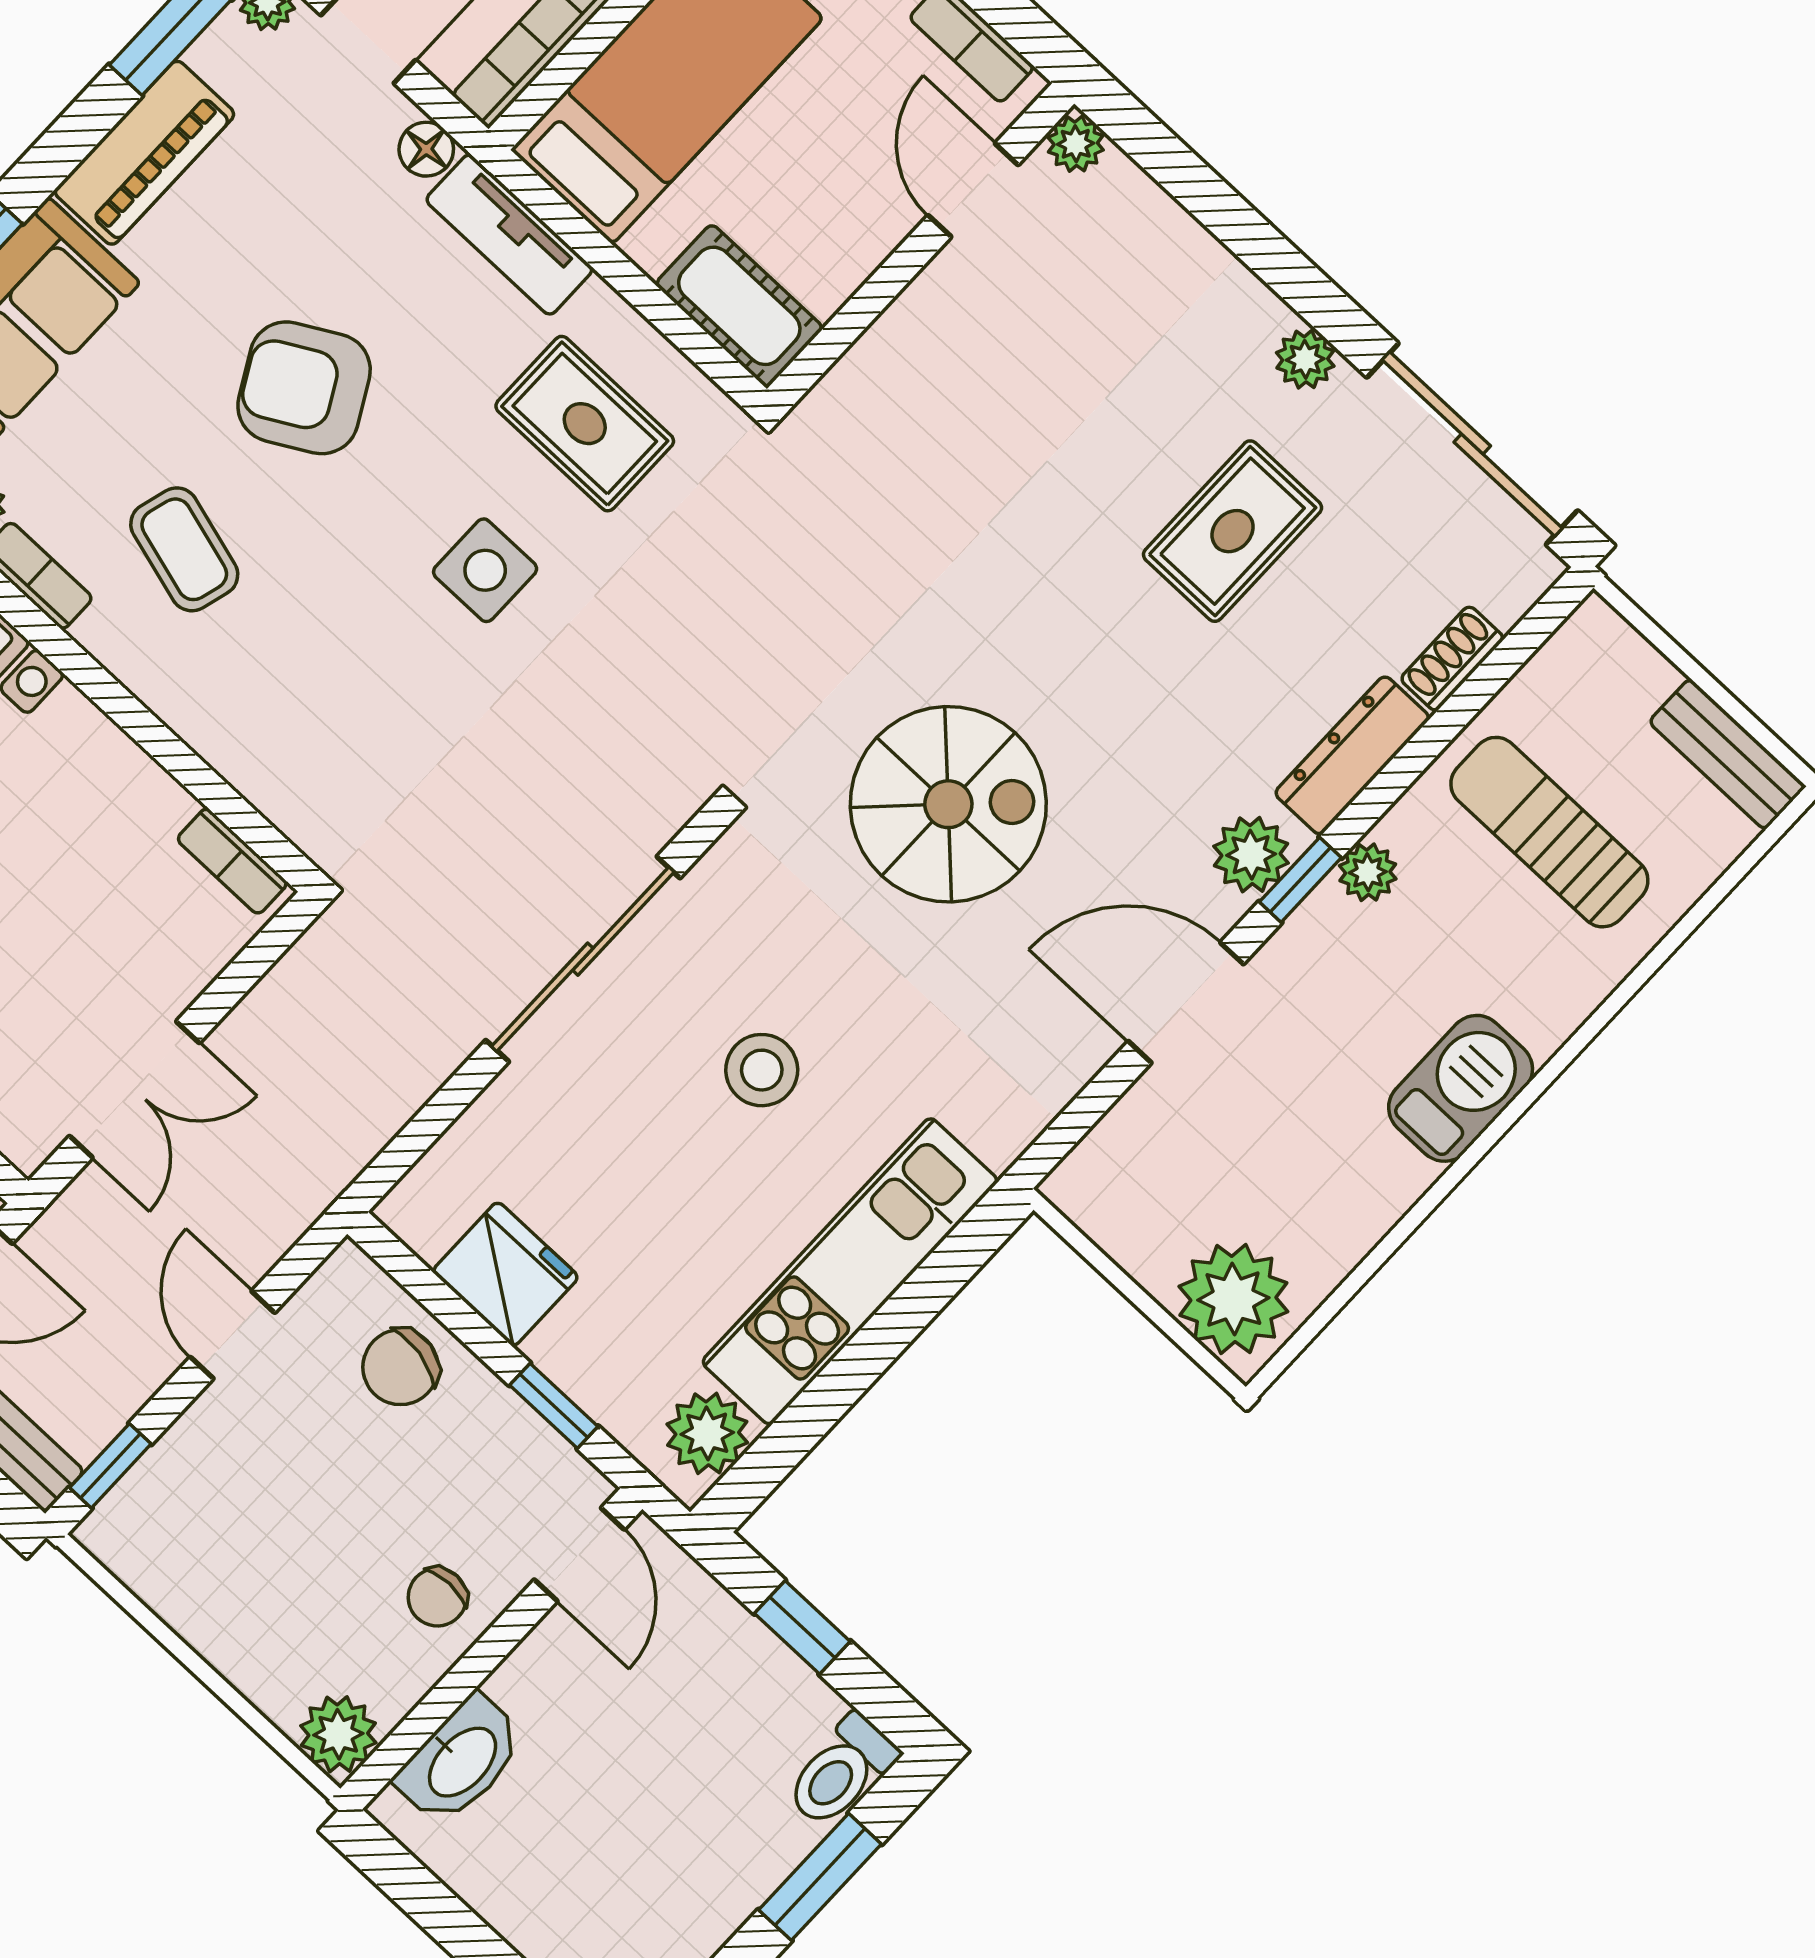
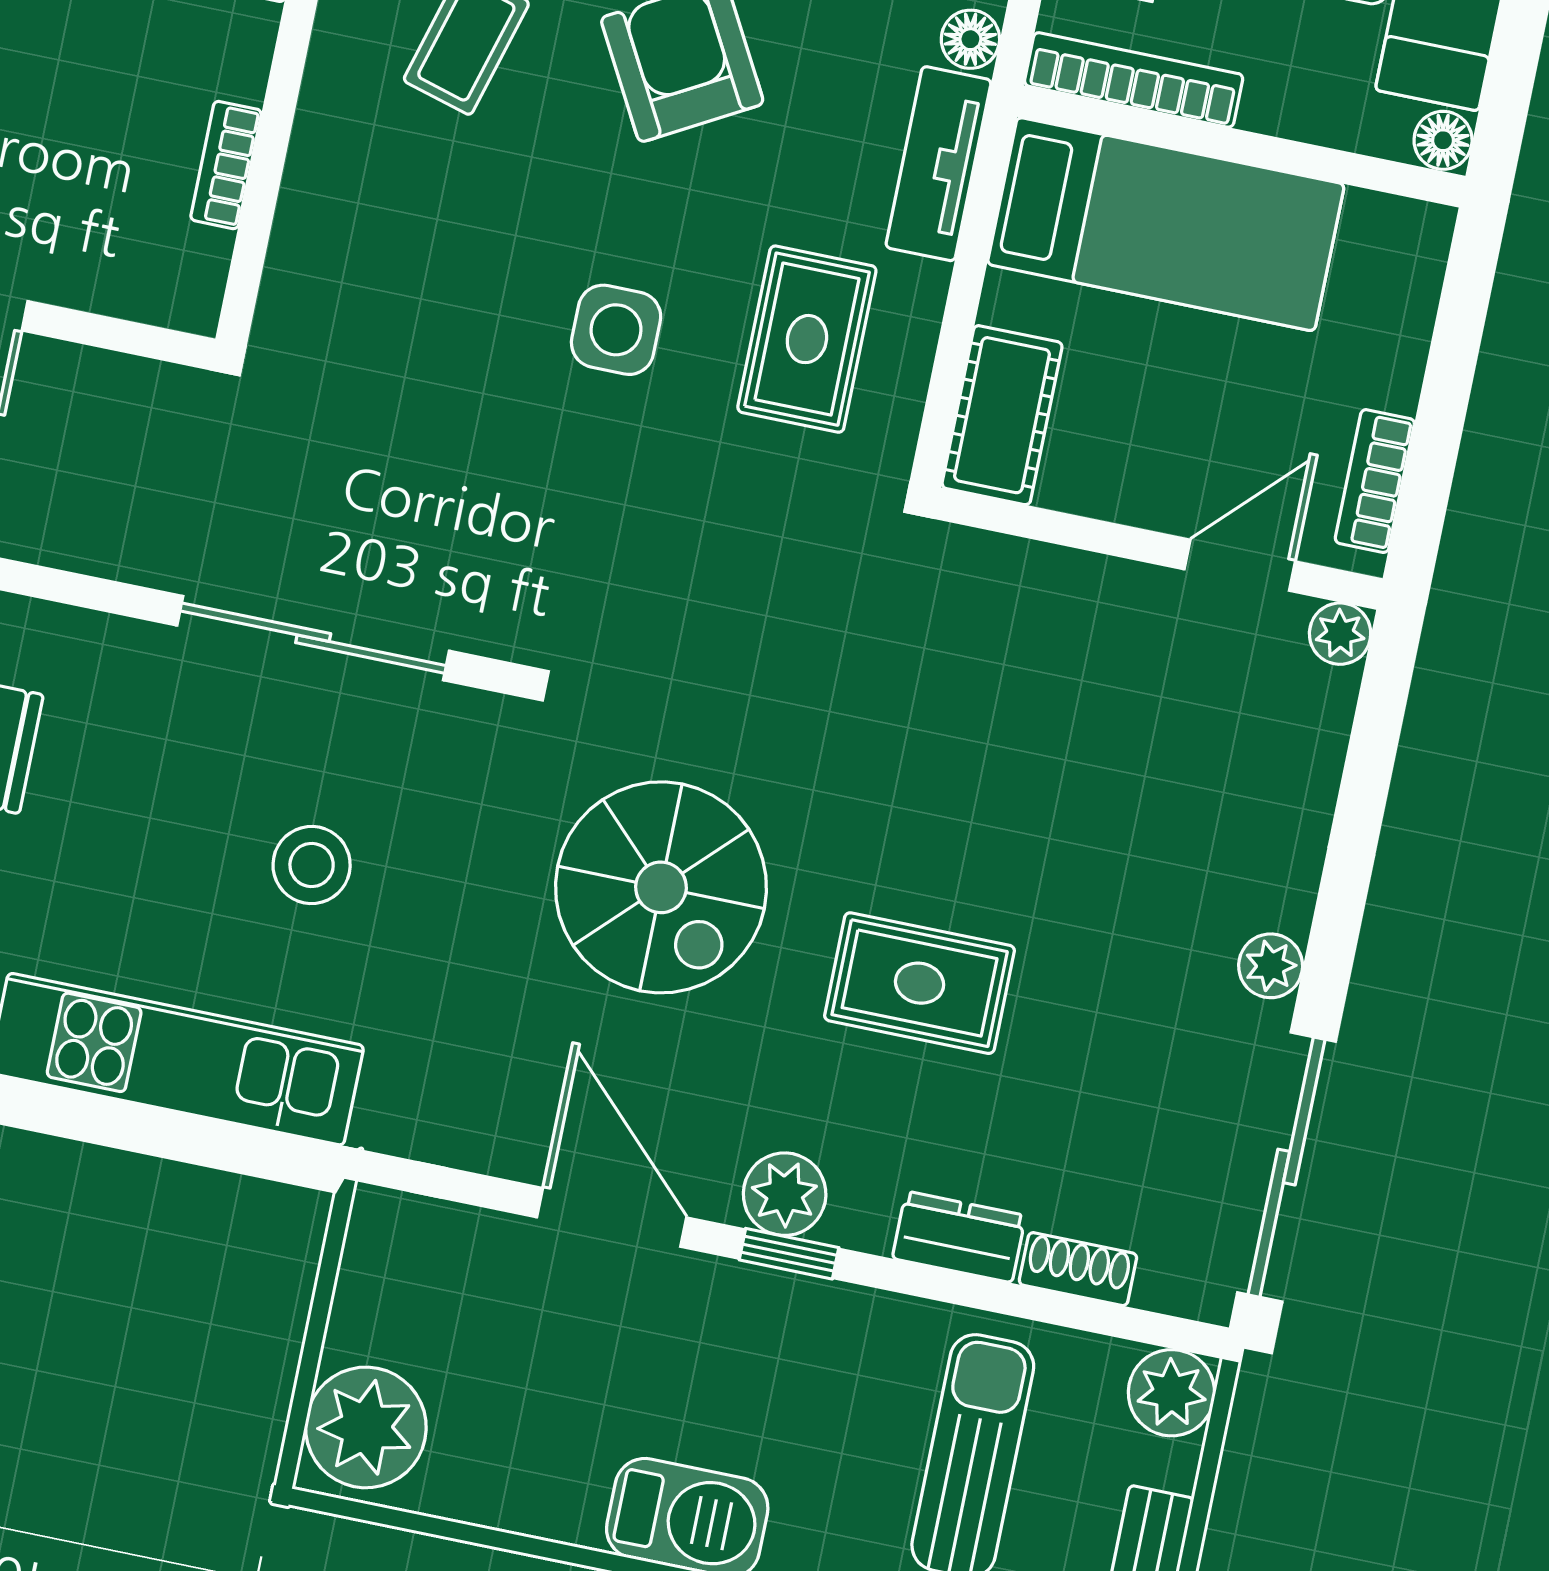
rug: (1233, 531) -> (920, 983), moved
dresser: (1352, 755) -> (959, 1237), width x0.70
bookcase: (232, 861) -> (226, 165), moved
plant: (1368, 872) -> (1171, 1393), moved, width x1.38, depth x1.38

